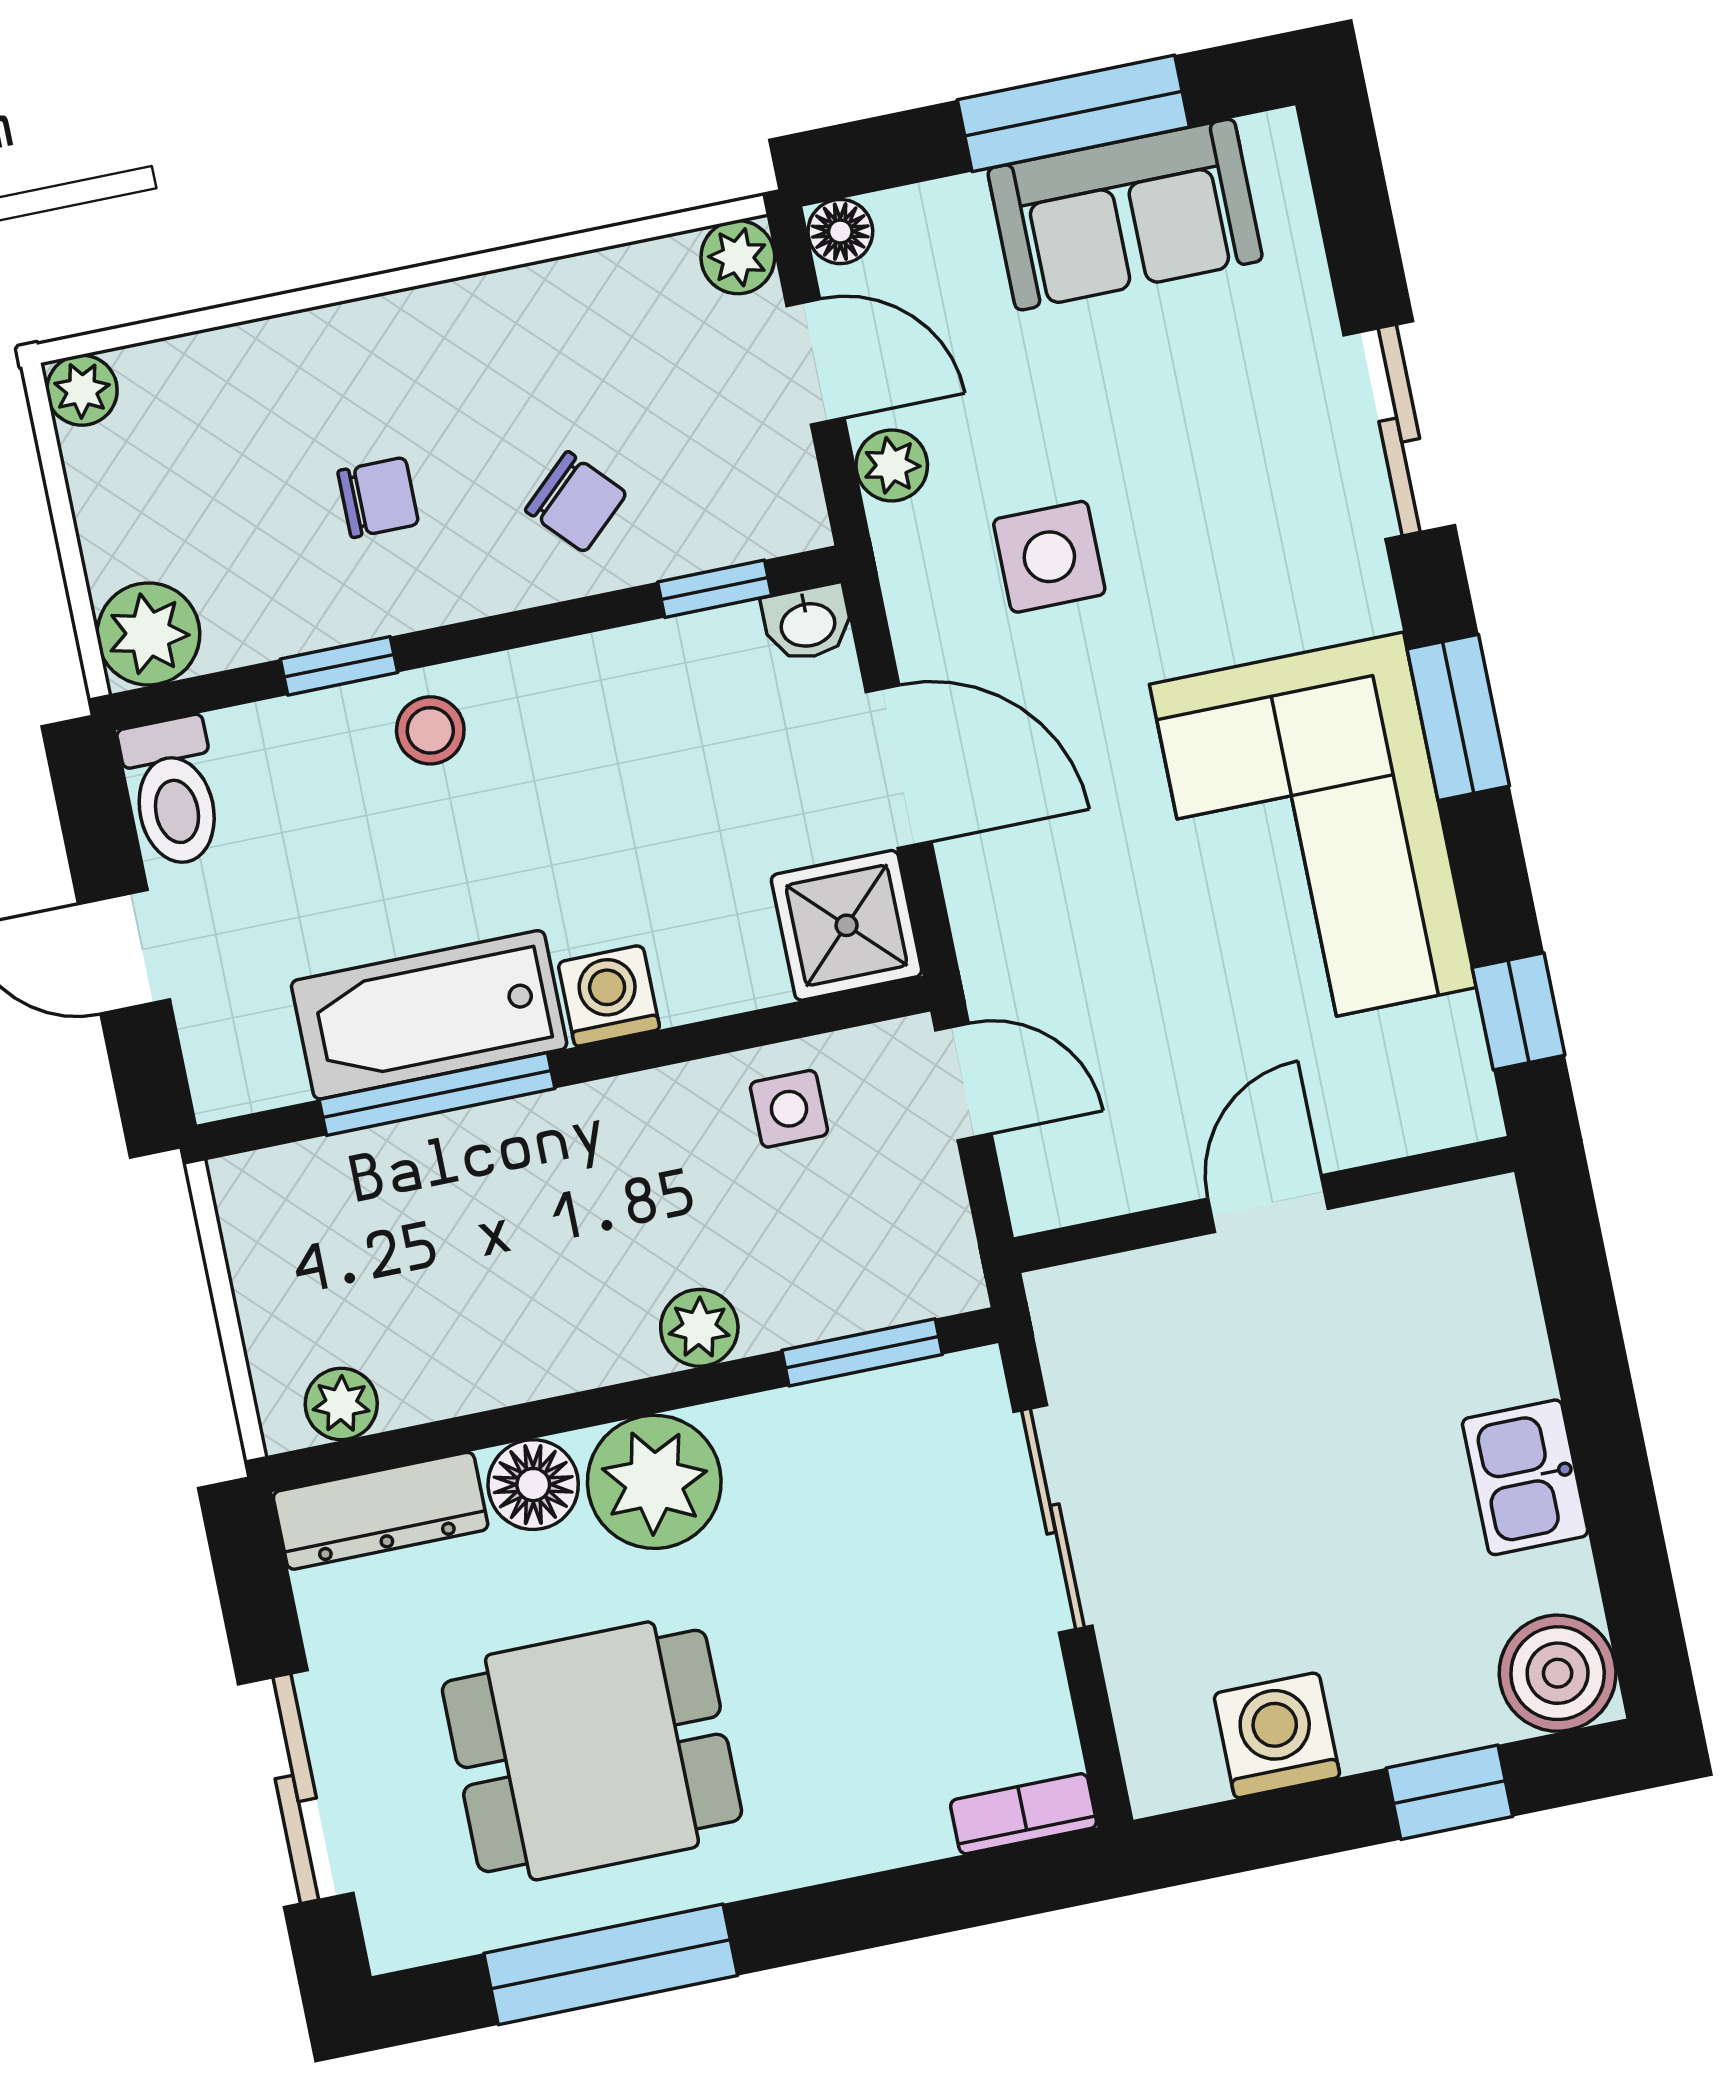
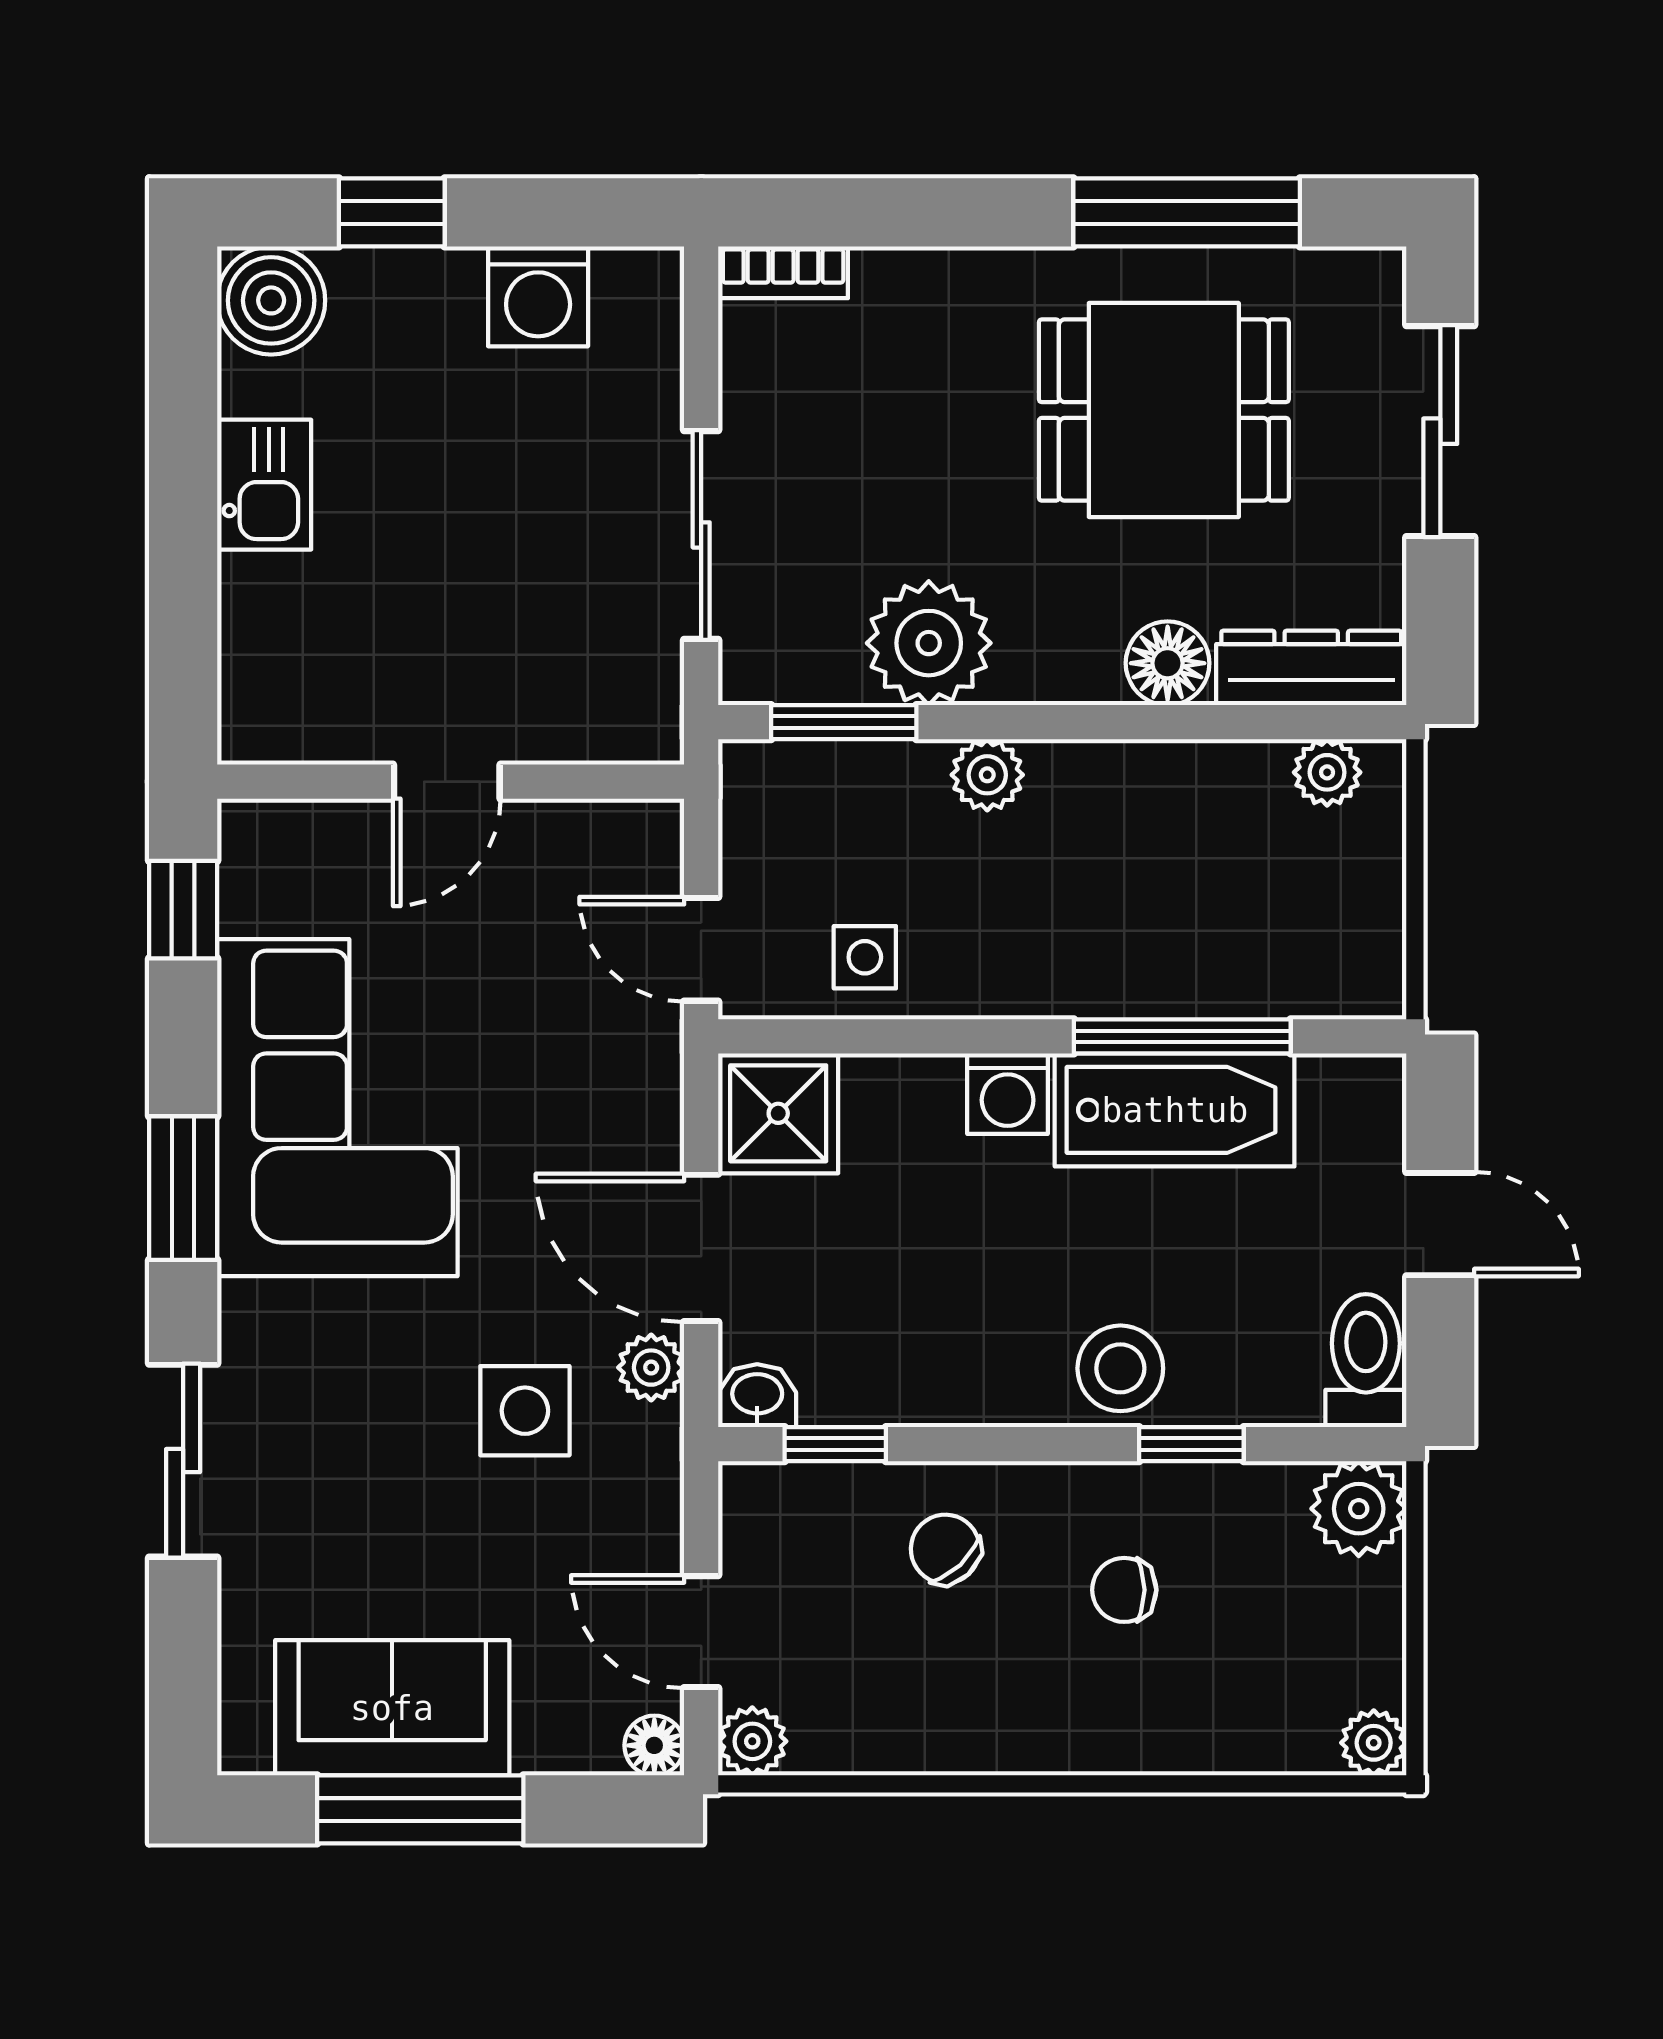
plant: (892, 465) -> (651, 1368), moved
stool: (430, 730) -> (1120, 1368), width x1.37, depth x1.37
plant: (654, 1482) -> (929, 643), moved

